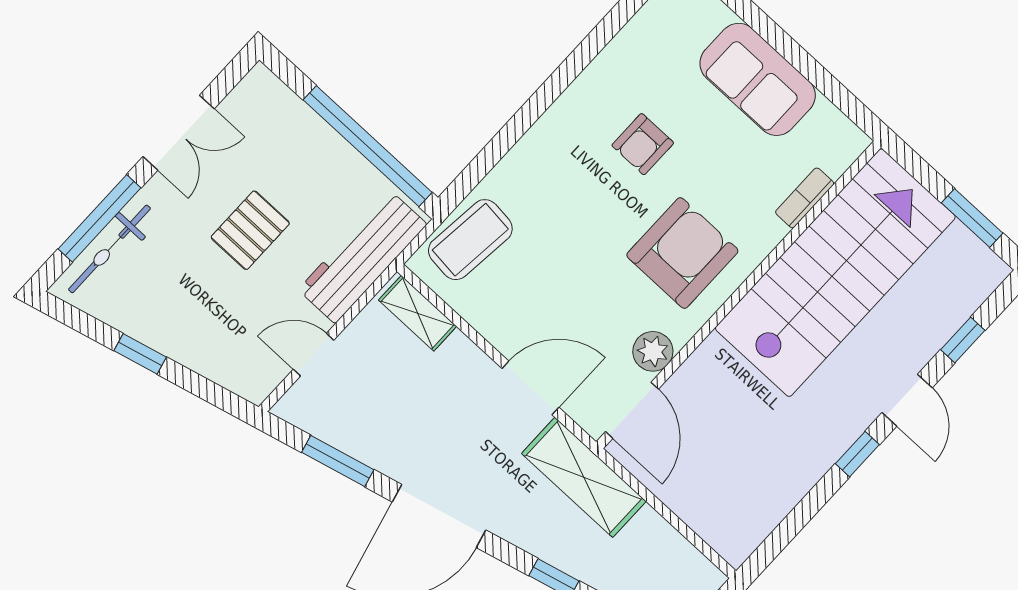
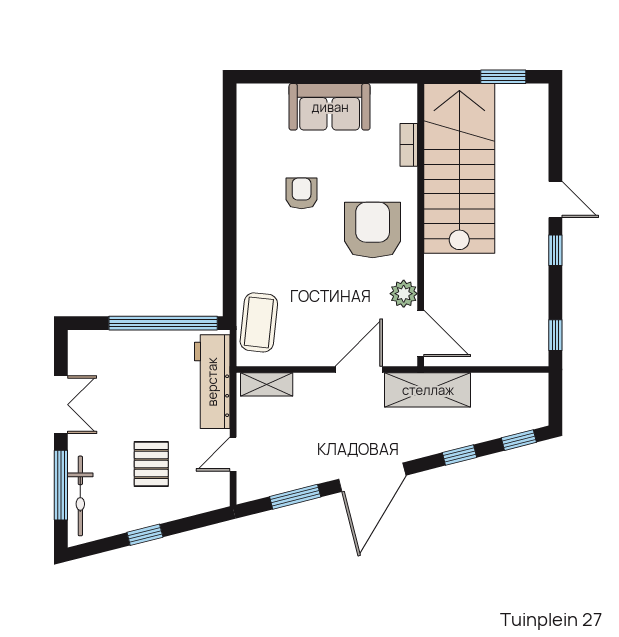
armchair: (643, 144) -> (302, 193), turned 180
pallet: (250, 230) -> (151, 464), moved
window: (963, 340) -> (555, 335), moved

